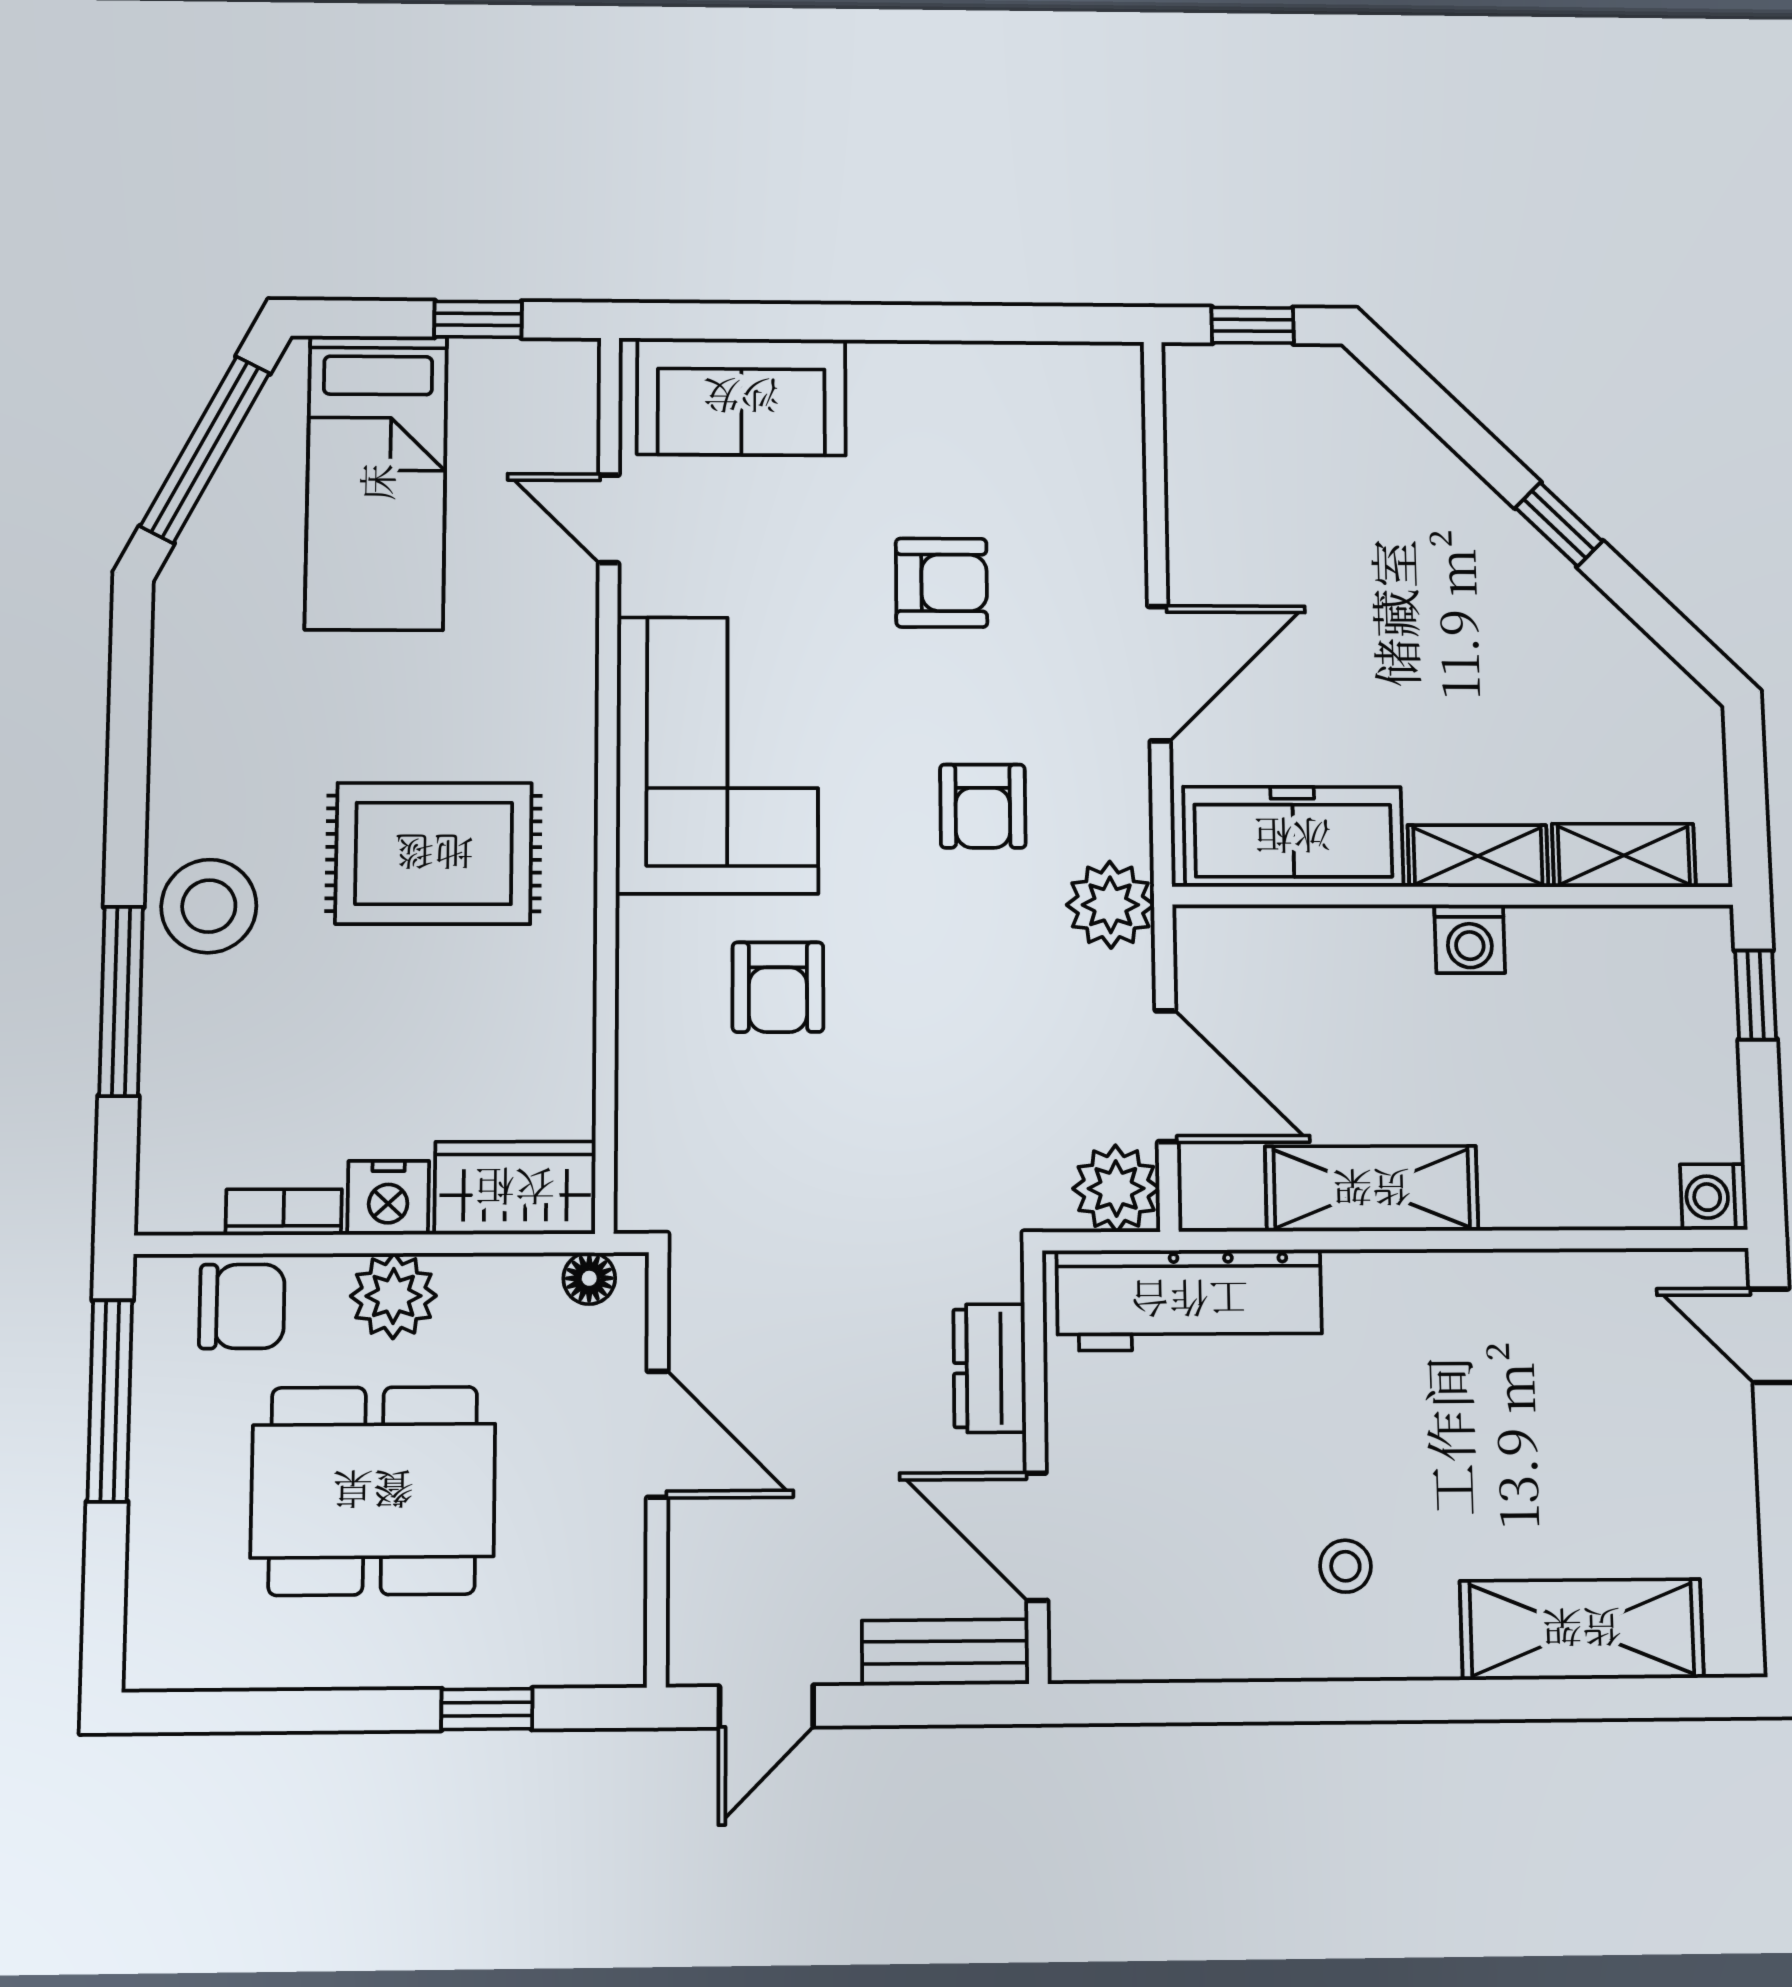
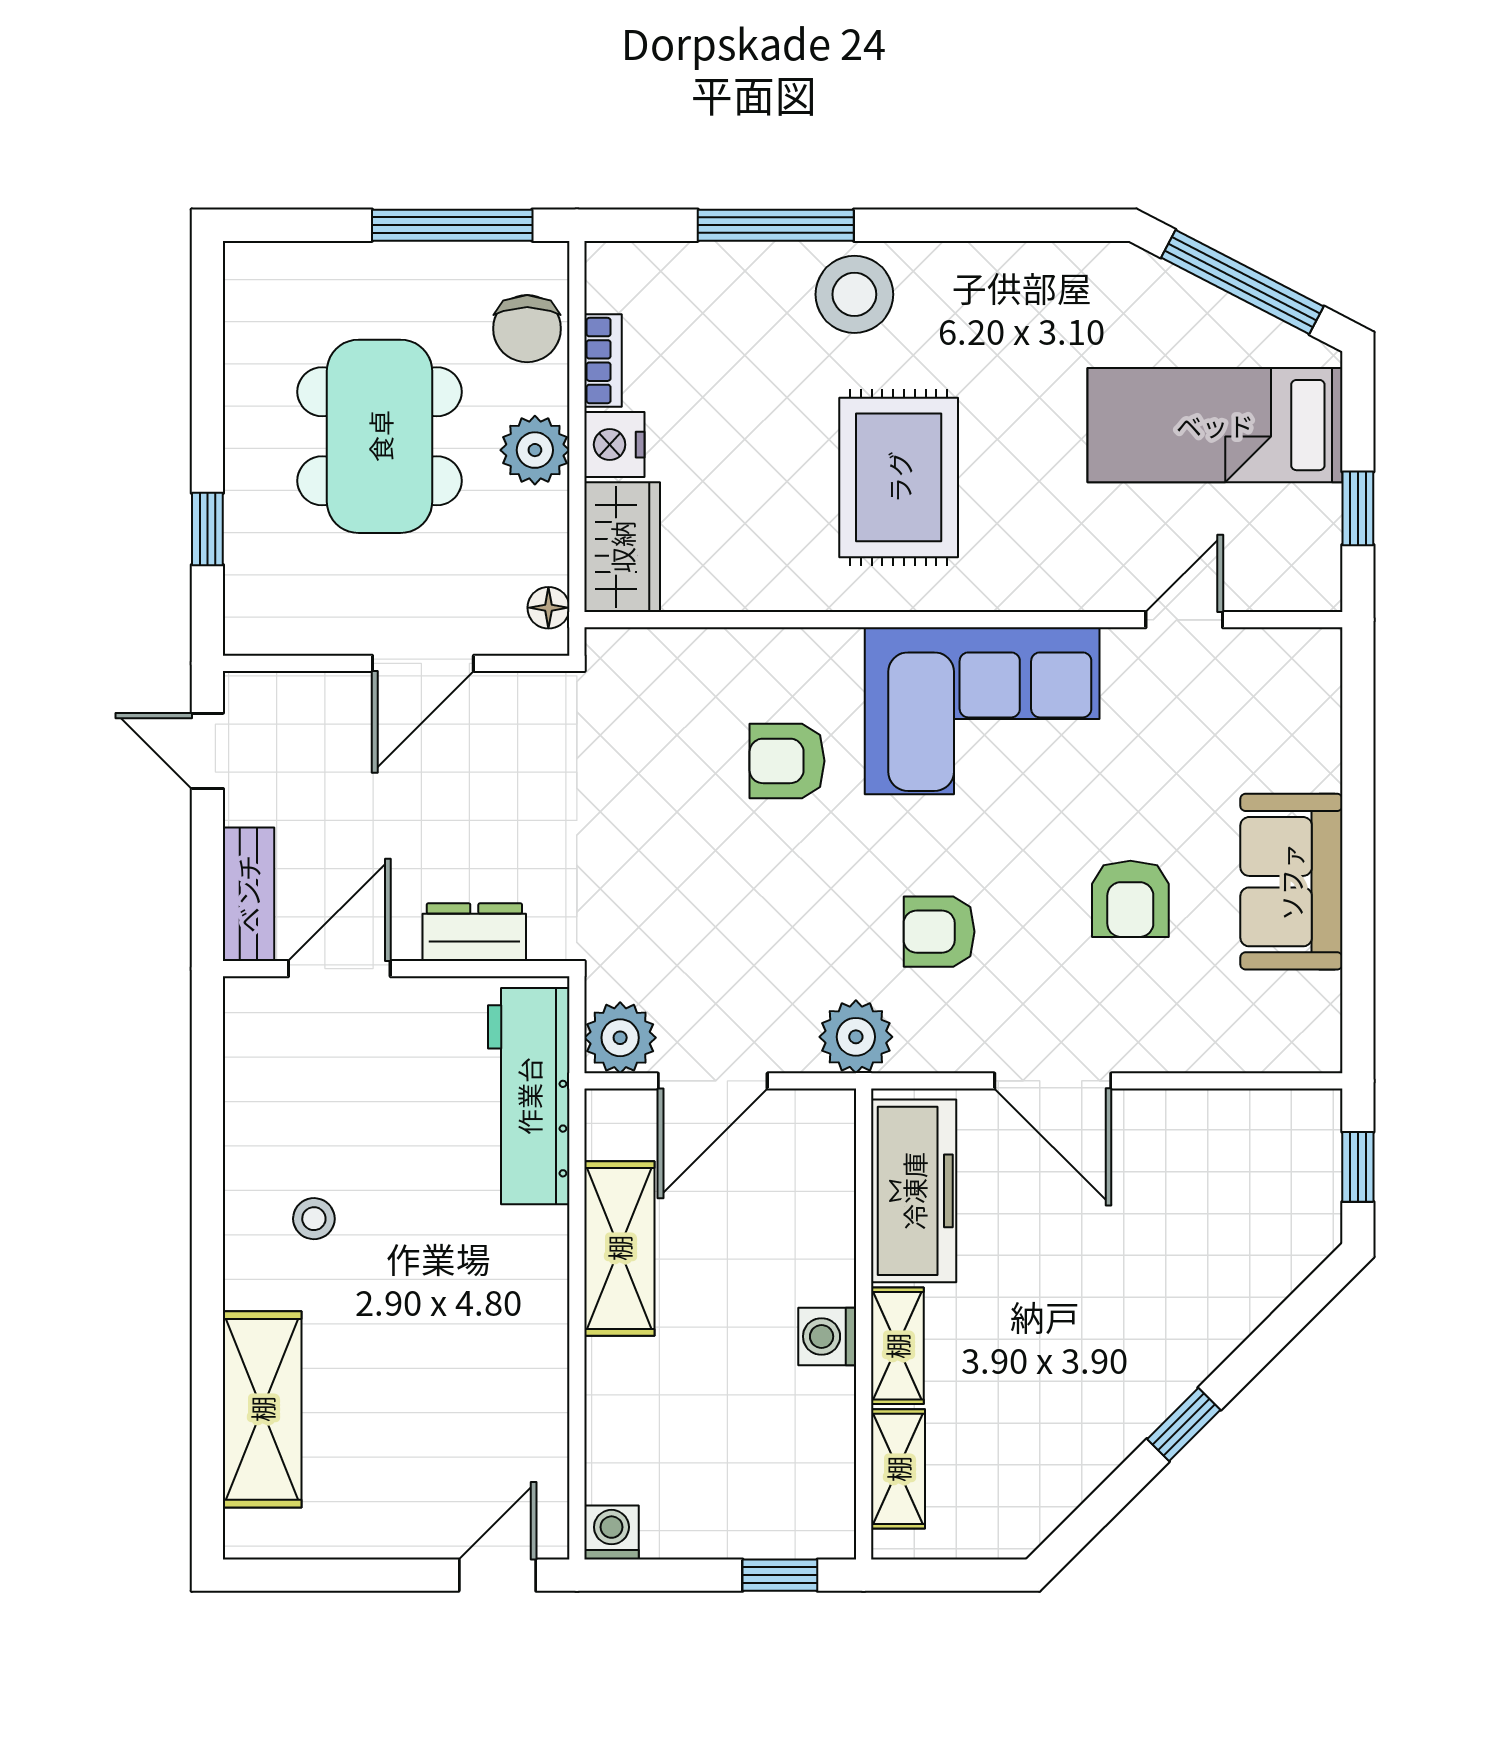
sofa: (741, 397) -> (1291, 882), moved

